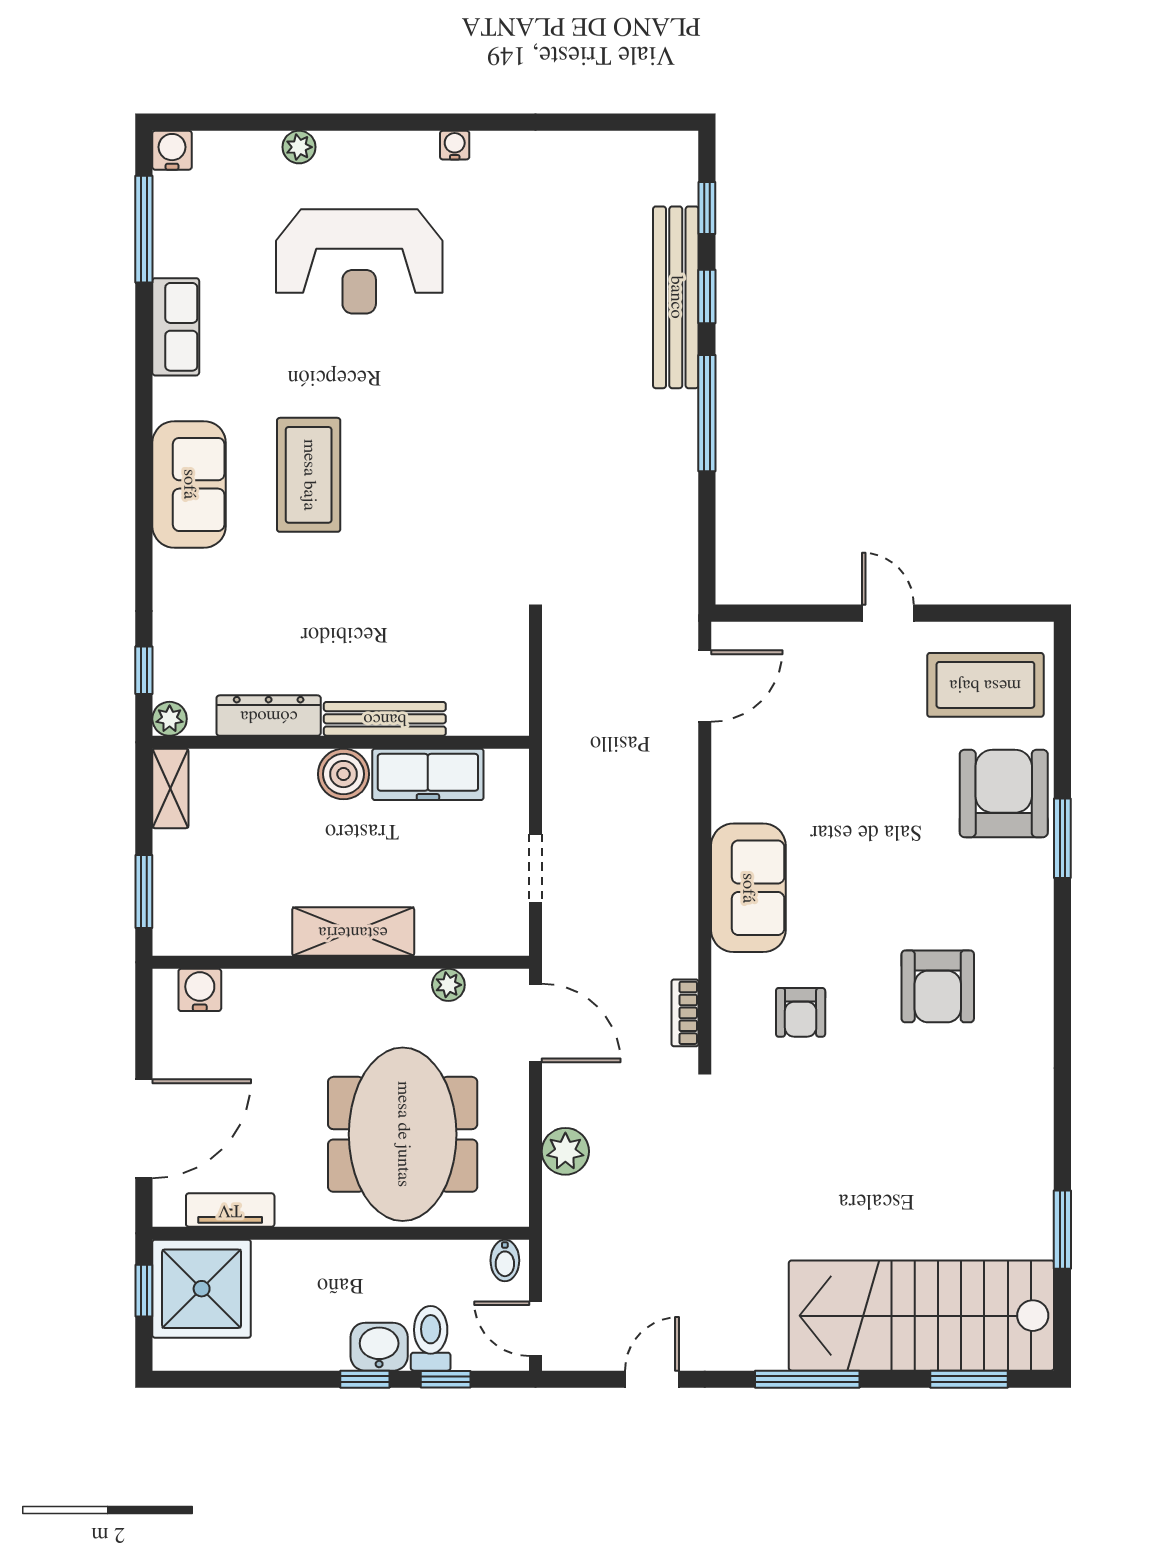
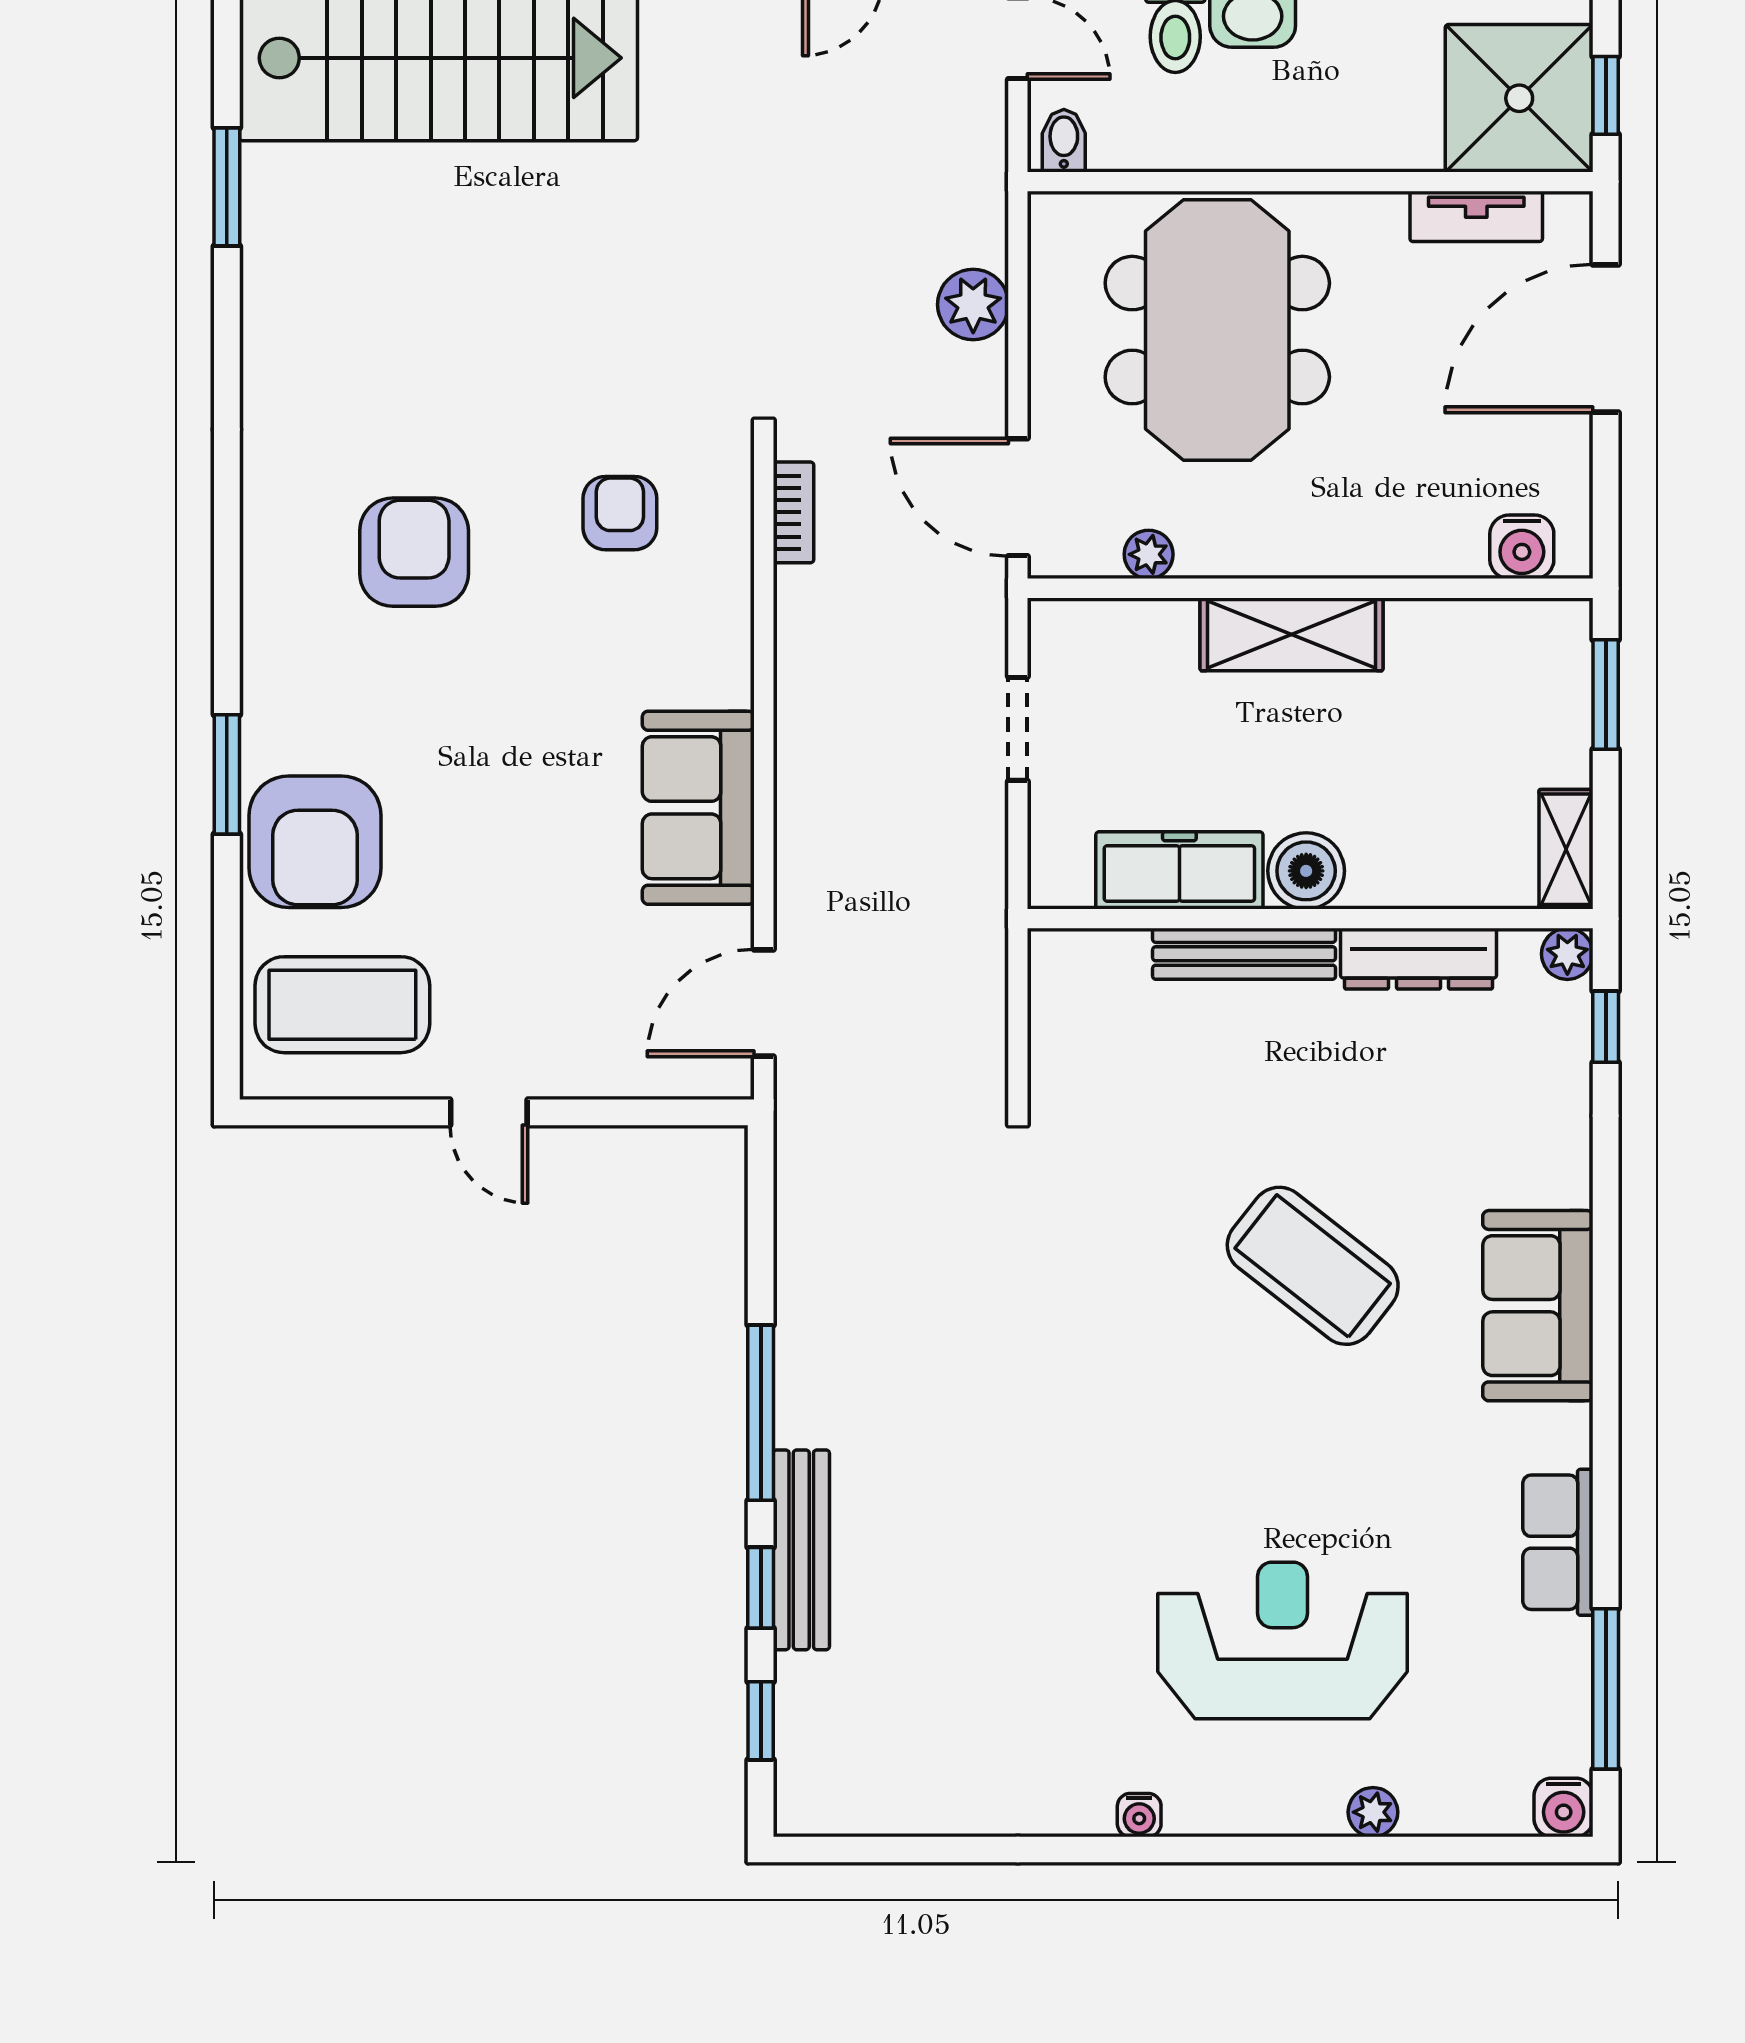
bench: (676, 297) -> (801, 1550), width x0.73, depth x0.82
coffee table: (309, 475) -> (1313, 1266), moved, turned -52
sofa: (748, 888) -> (698, 808), moved

